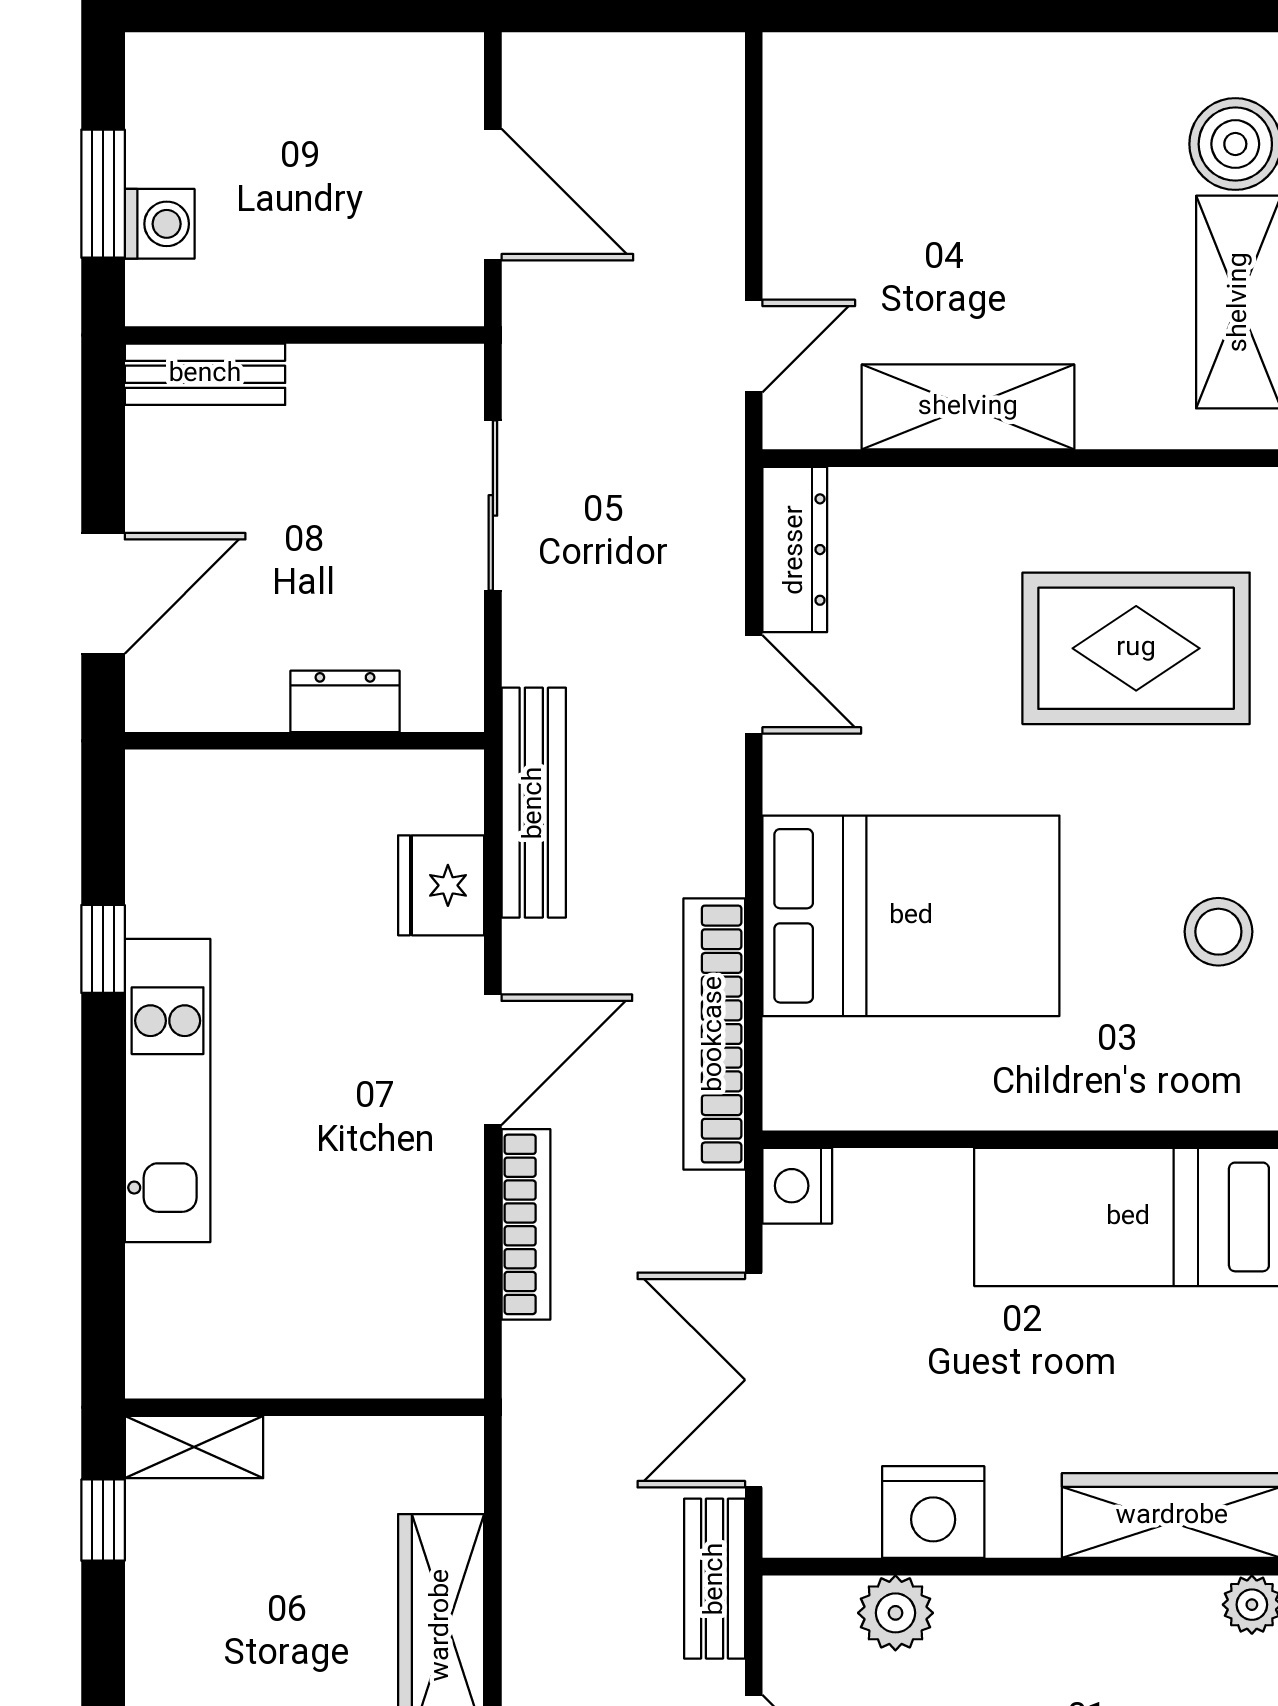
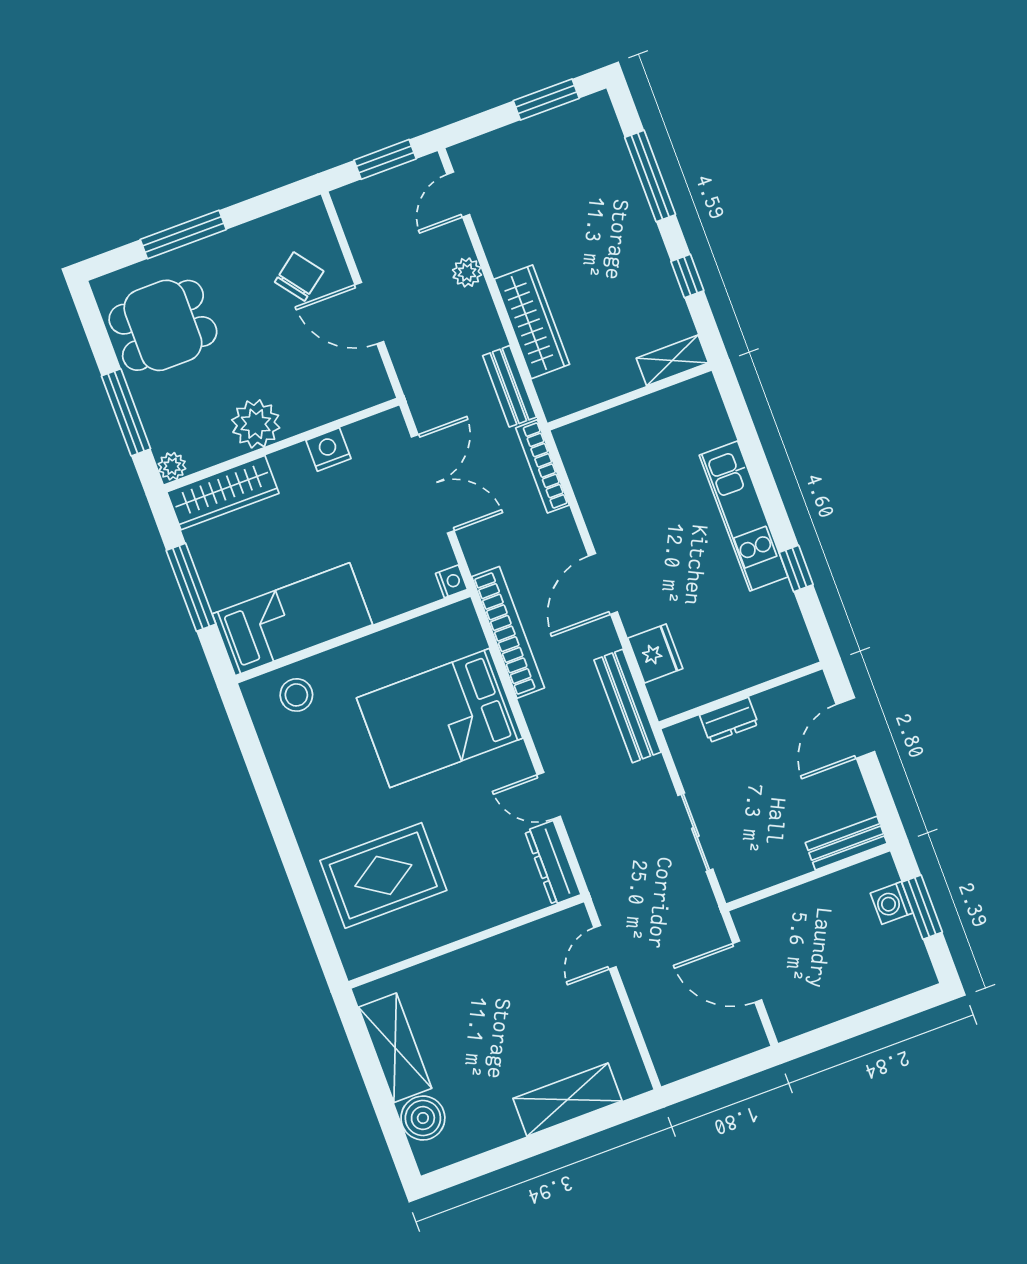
shelving: (968, 407) -> (568, 1100), moved
stool: (1218, 932) -> (296, 695), moved
nightstand: (797, 1186) -> (451, 581), width x0.72, depth x0.74
bookcase: (526, 1224) -> (542, 466), moved
nightstand: (933, 1512) -> (328, 449), width x0.74, depth x0.75
window: (103, 1520) -> (687, 276), moved
bench: (715, 1579) -> (510, 386), moved
plant: (895, 1613) -> (256, 424), moved, width x1.36, depth x1.36

